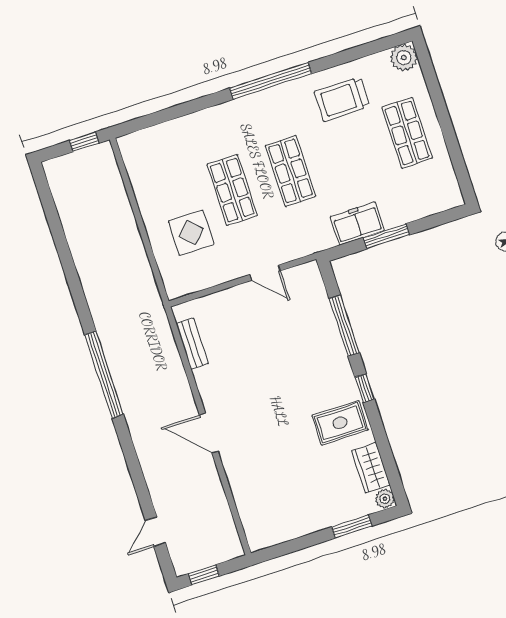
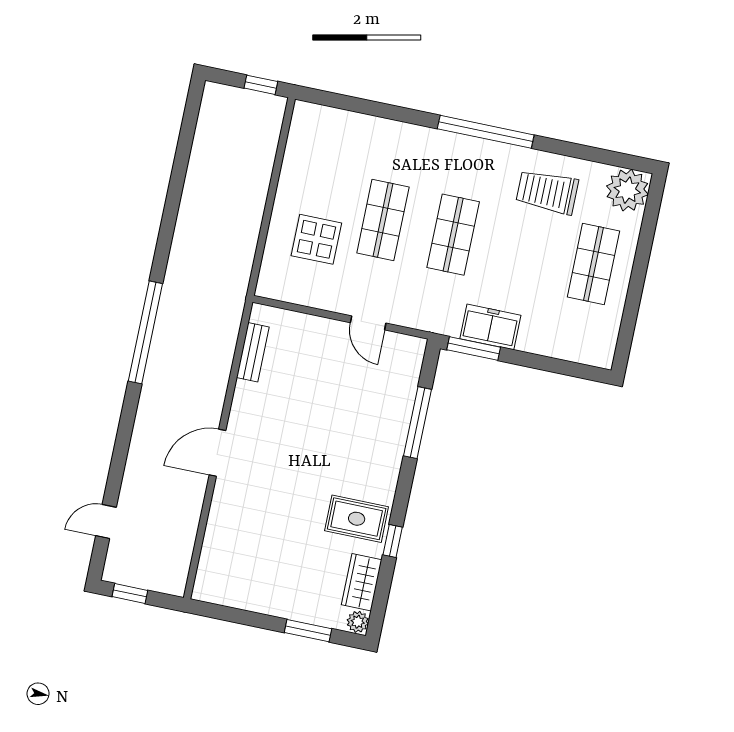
plant: (404, 58) -> (627, 190), width x1.36, depth x1.36
window: (386, 236) -> (474, 349), moved
window: (365, 388) -> (393, 541), moved
door: (209, 433) -> (217, 453), hinge flipped

